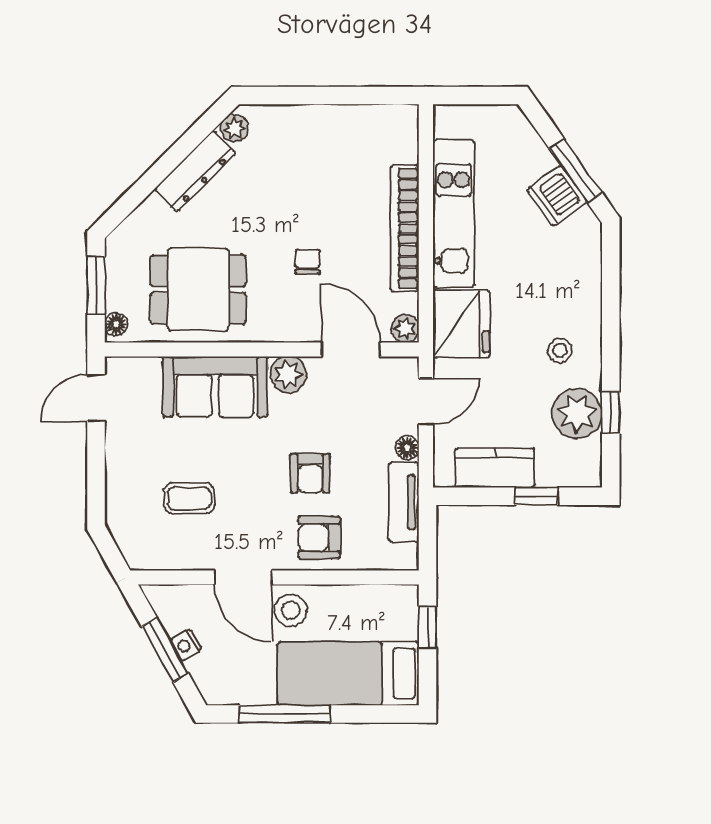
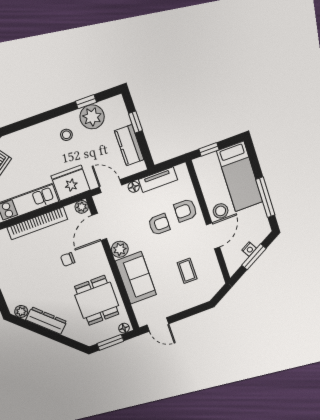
armchair: (319, 538) -> (185, 210), turned 90

